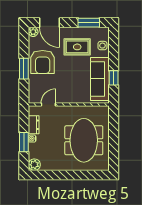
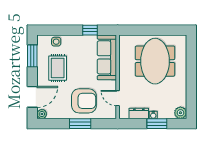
armchair: (43, 62) -> (84, 101), moved
sofa: (100, 79) -> (107, 57), moved, turned 90
meeting table: (84, 140) -> (155, 61), turned 90

